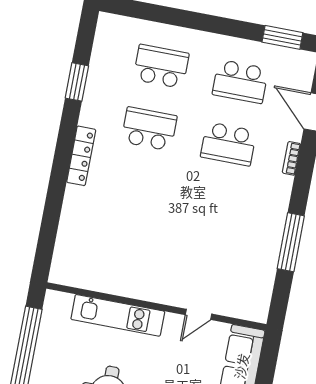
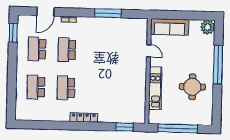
window: (77, 82) -> (125, 127), moved
school desk: (240, 82) -> (37, 49), turned 180
school desk: (228, 144) -> (67, 50), turned 180

